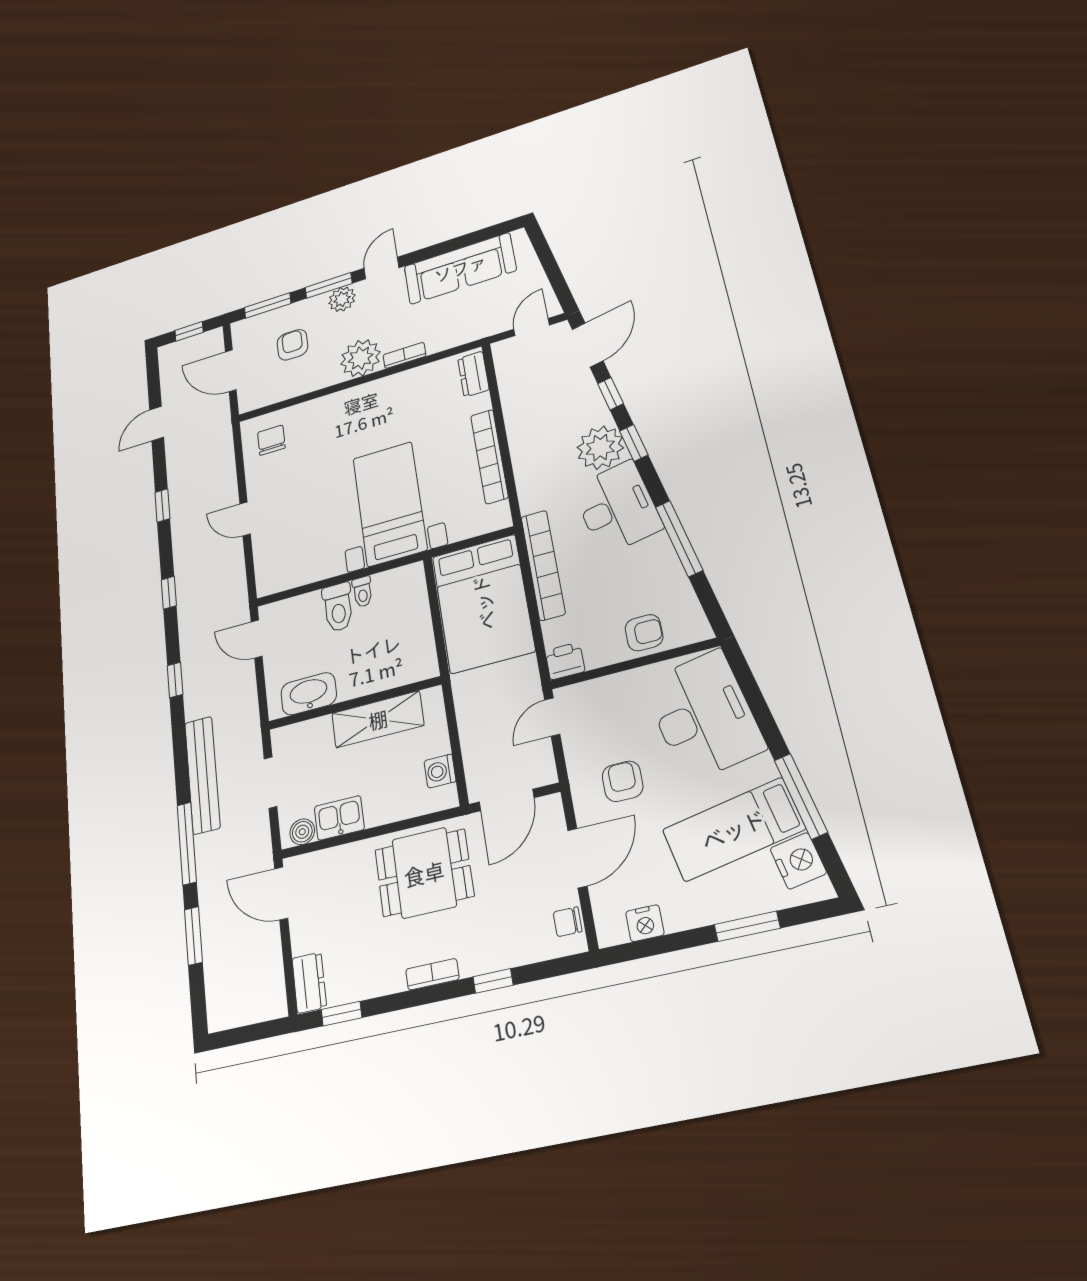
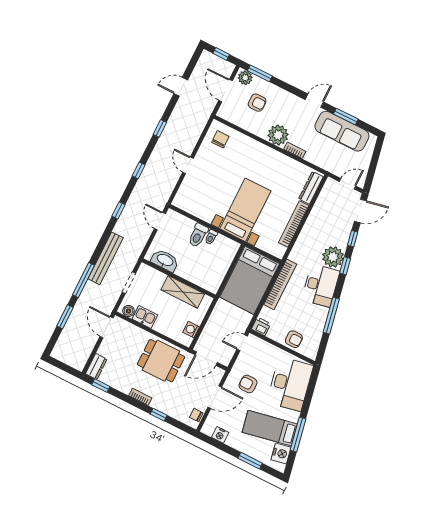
window: (329, 285) -> (346, 116), moved
plant: (342, 299) -> (245, 78), moved
armchair: (292, 345) -> (257, 103), turned 90
dresser: (473, 374) -> (311, 188), width x1.44
armchair: (623, 781) -> (248, 384), turned -90

